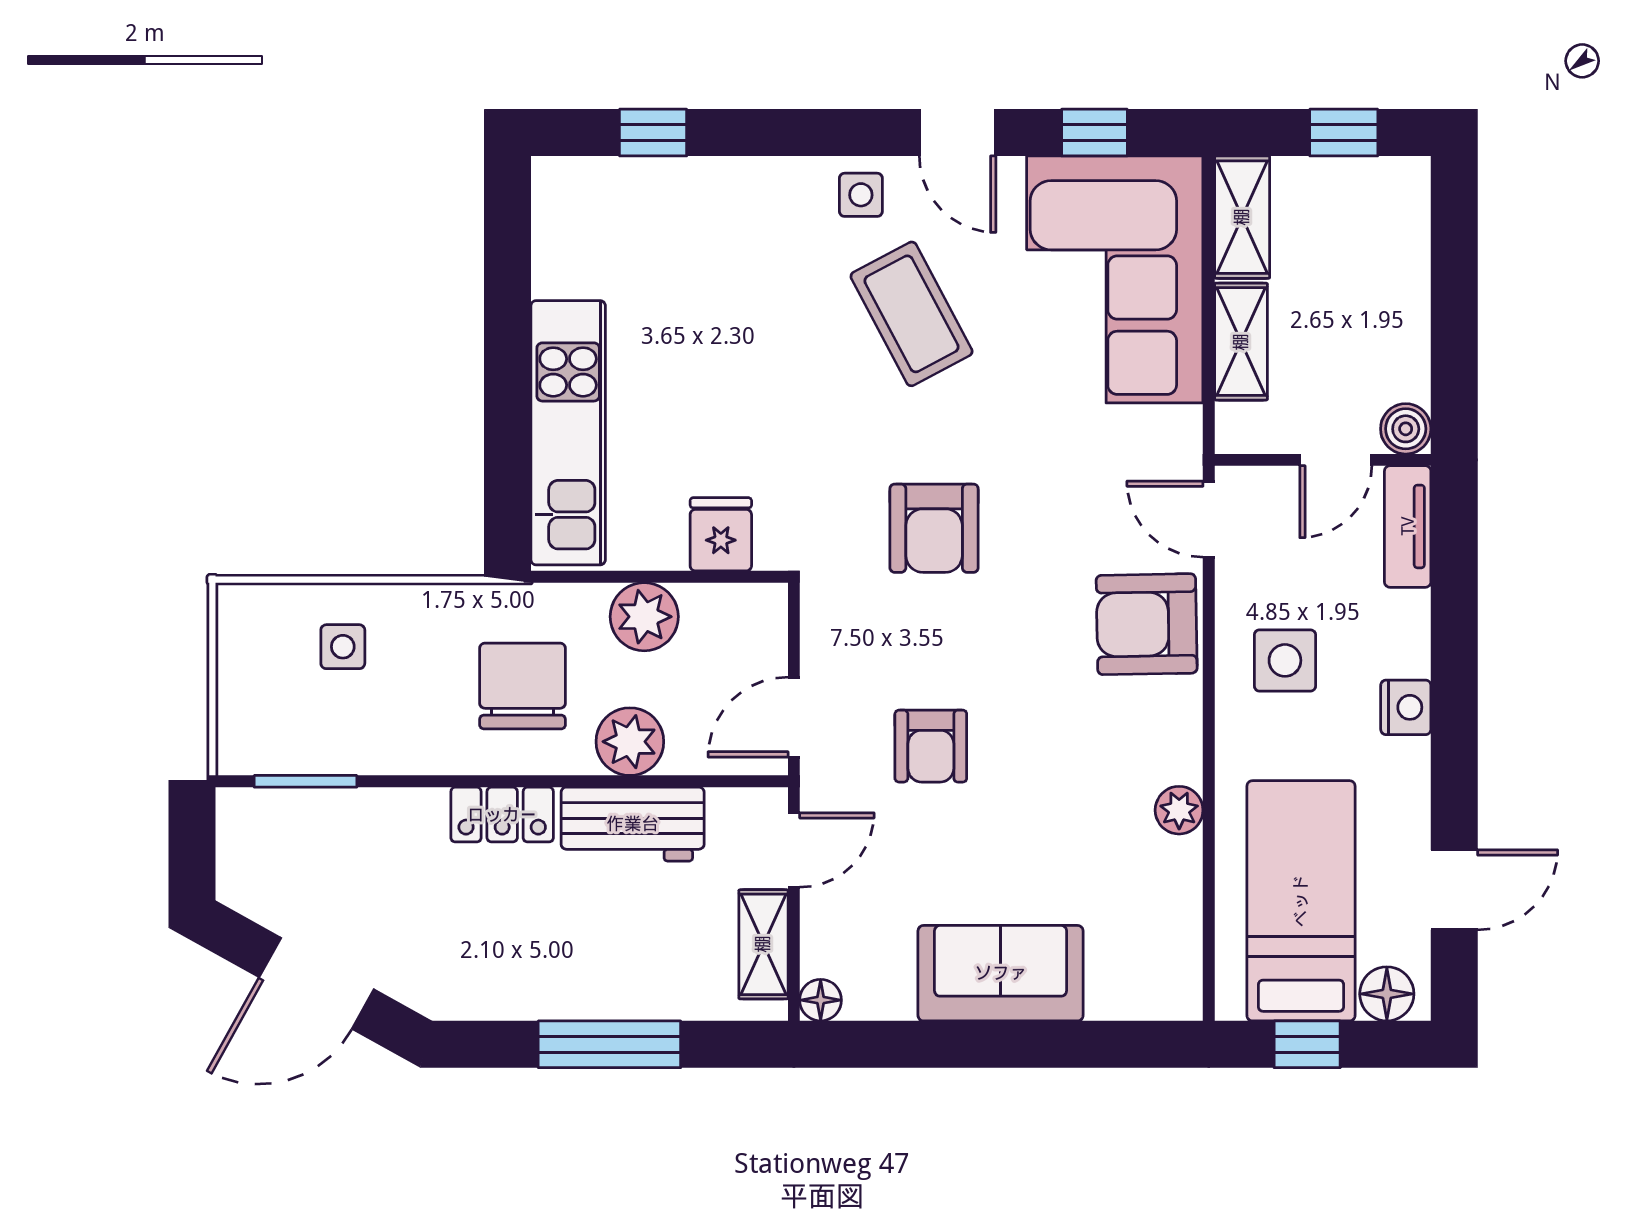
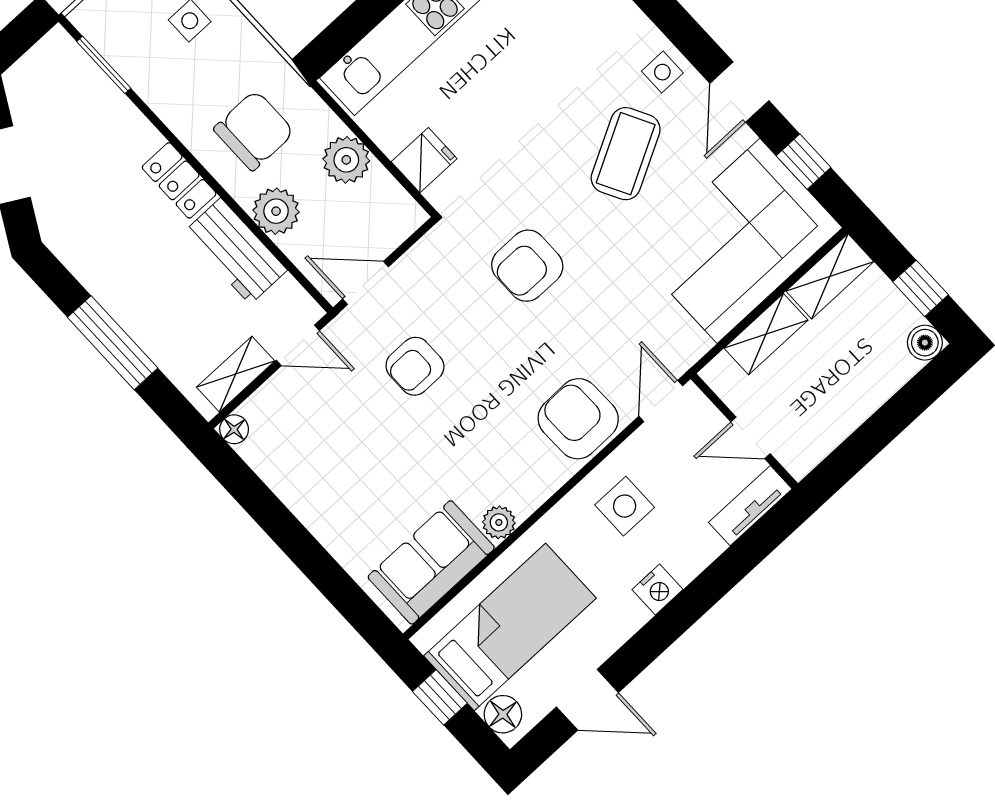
boiler: (1406, 429) -> (925, 343), moved
sofa: (1001, 973) -> (431, 562), moved, turned -90

